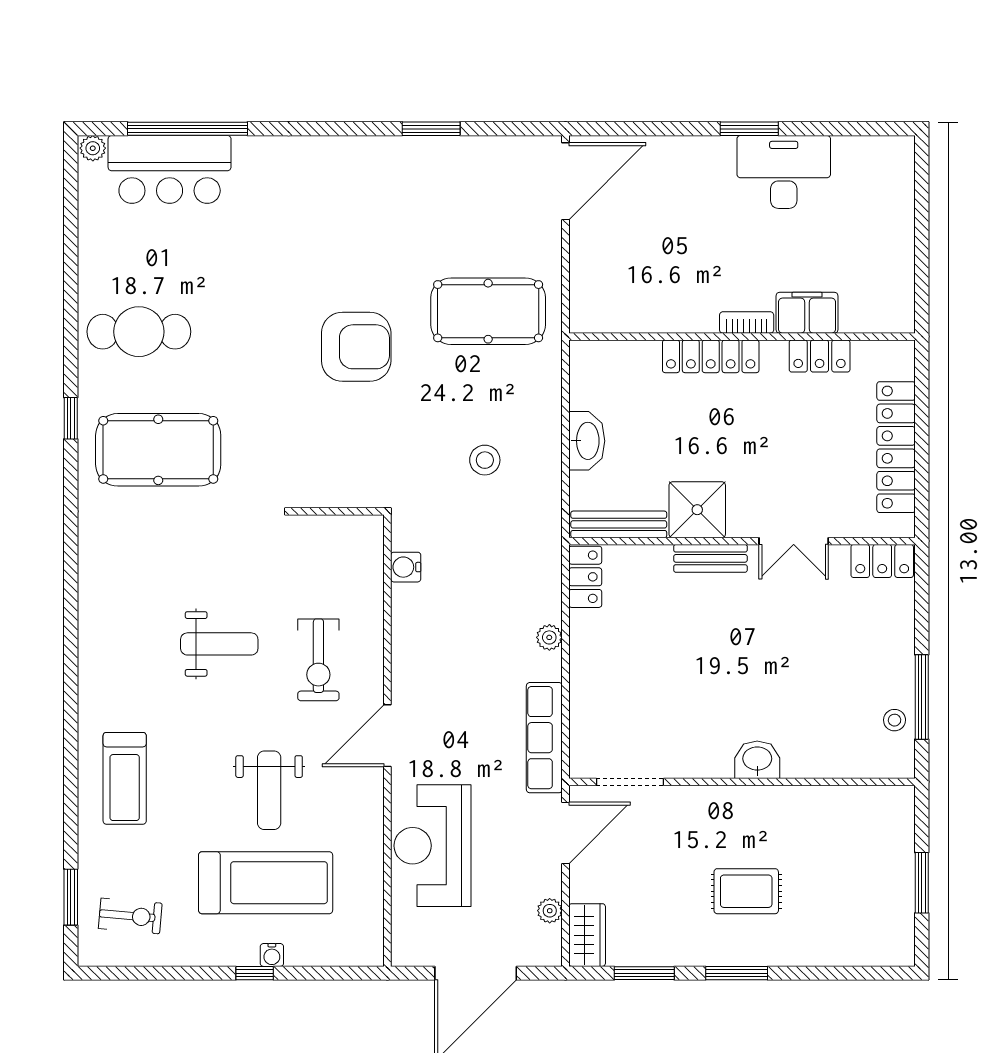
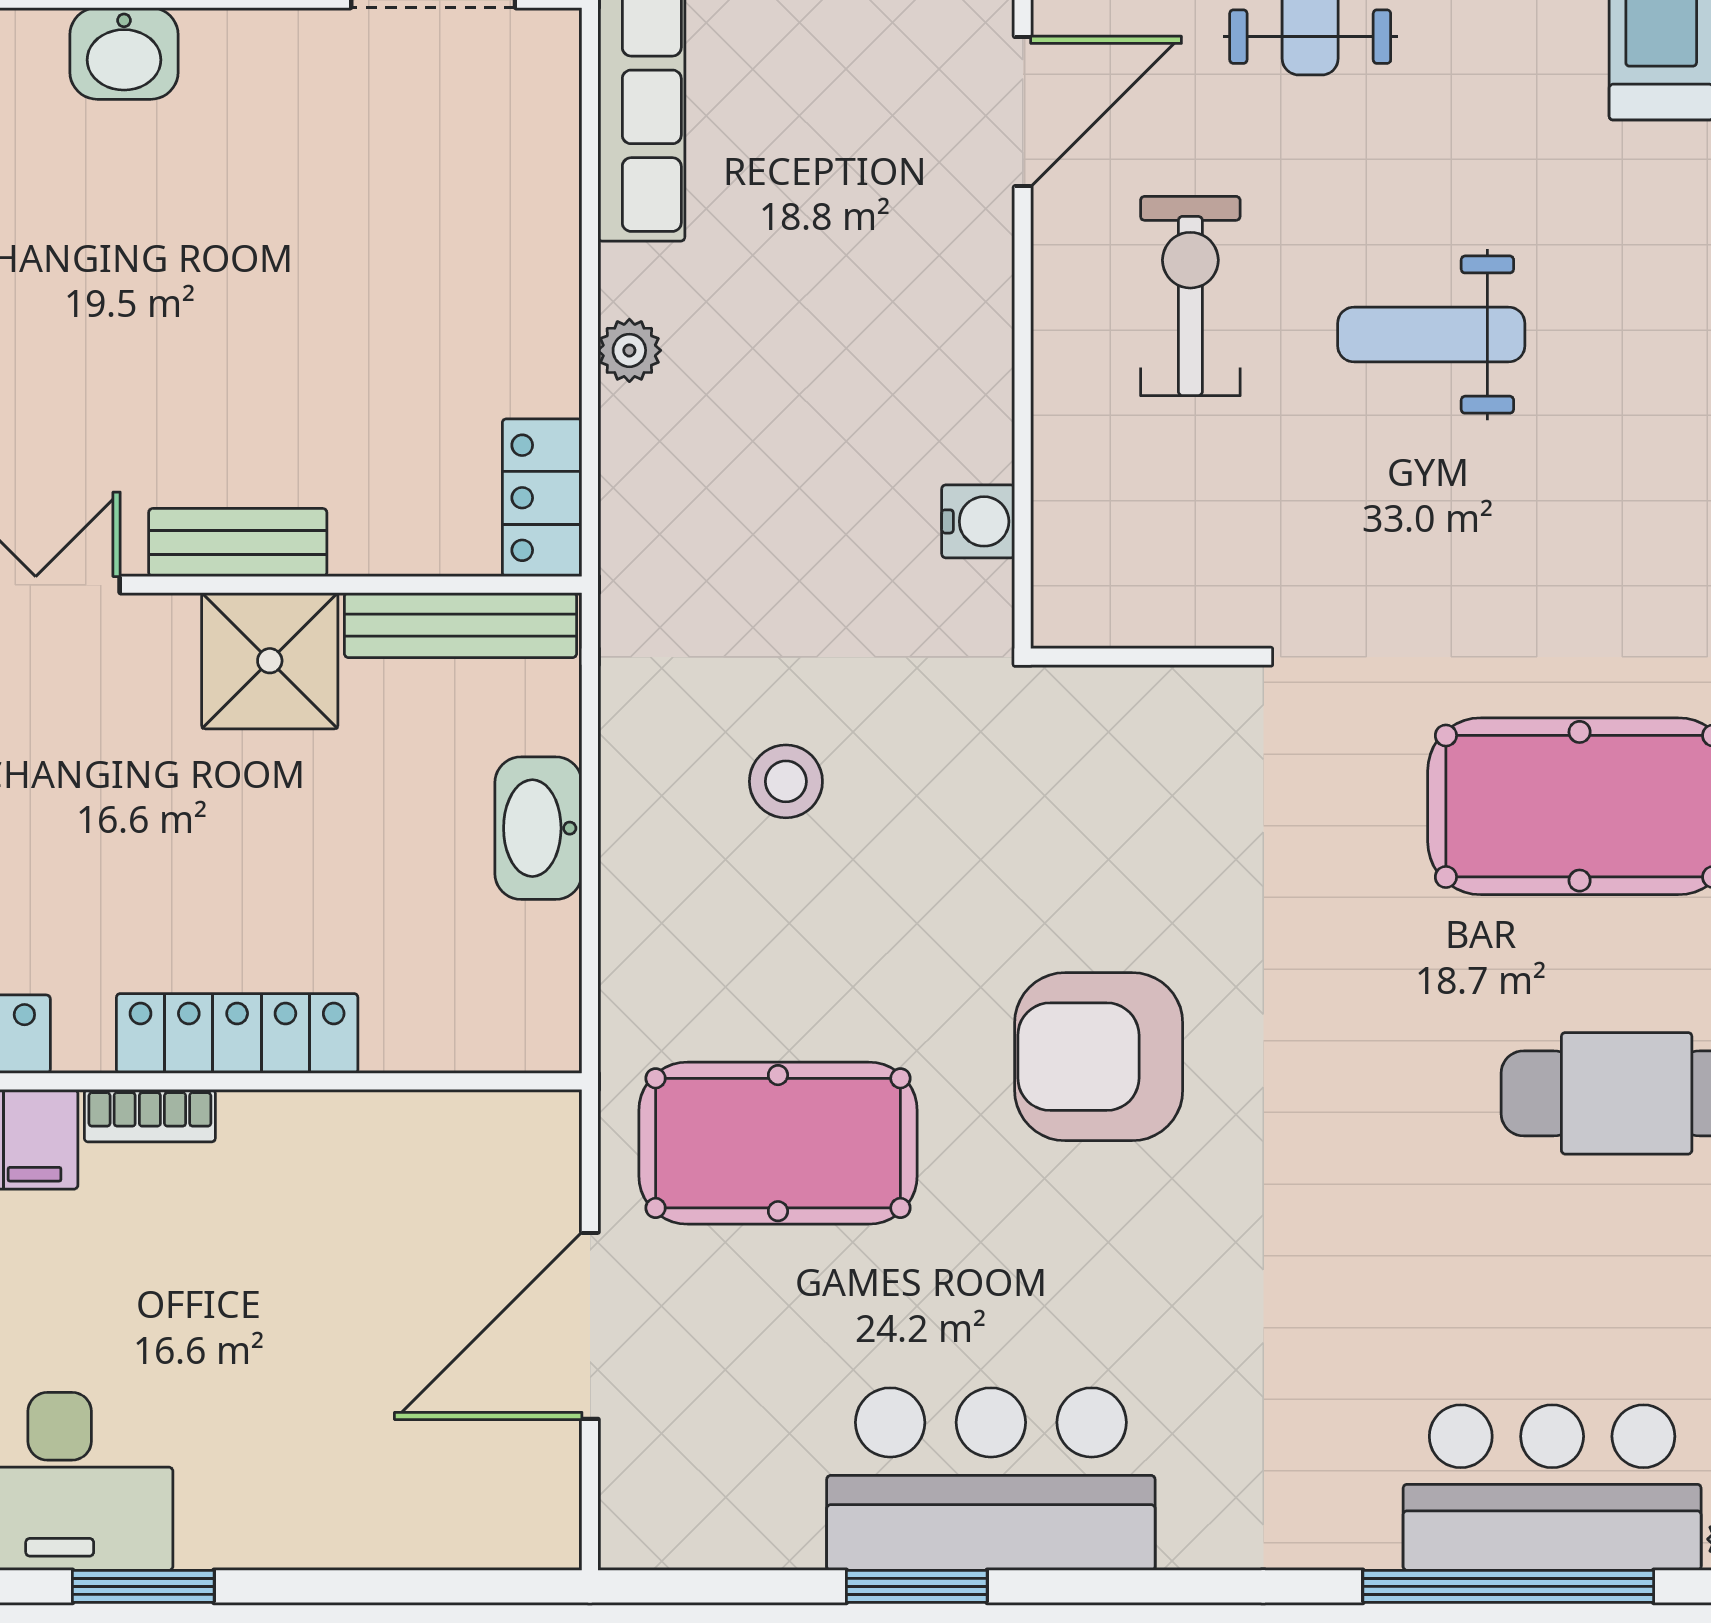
bar counter: (400, 173) -> (991, 1479), added
door: (565, 181) -> (590, 1326), moved

